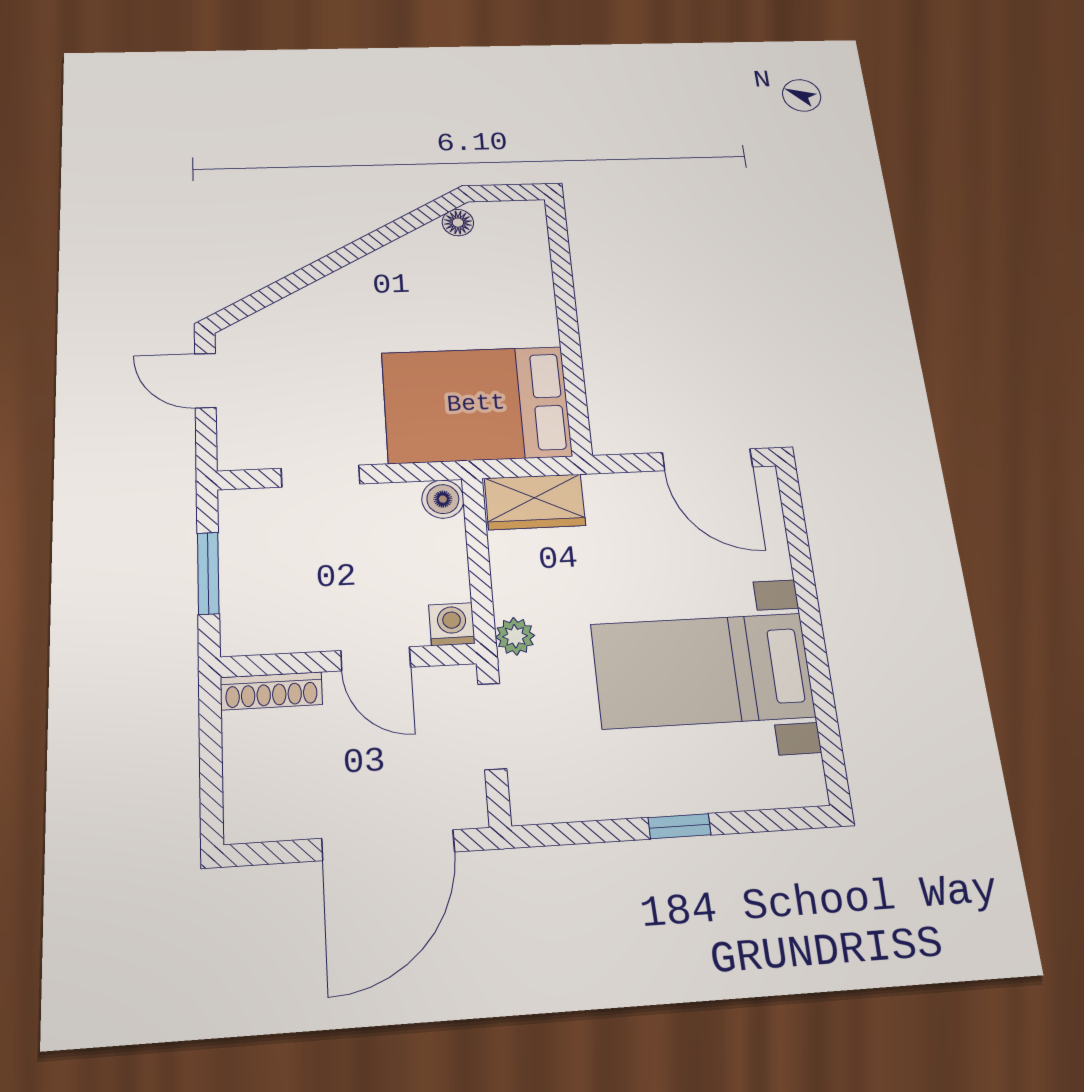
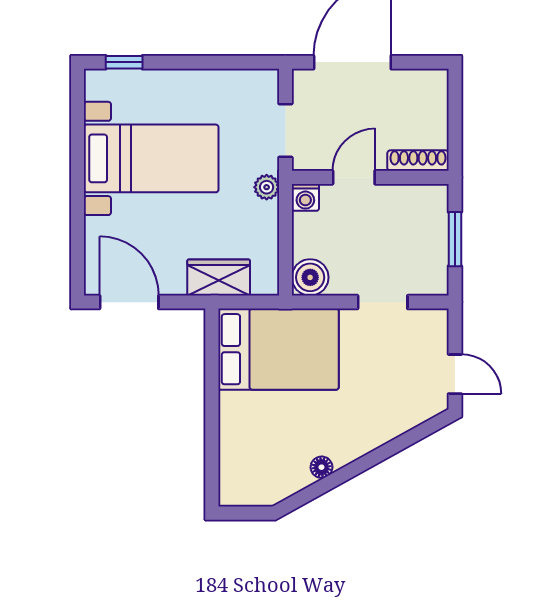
floor lamp: (458, 223) -> (321, 467), moved
boiler: (443, 499) -> (310, 277), width x1.36, depth x1.36
wardrobe: (535, 502) -> (219, 277), moved
door: (376, 659) -> (354, 177), hinge flipped
window: (679, 826) -> (124, 62), moved

